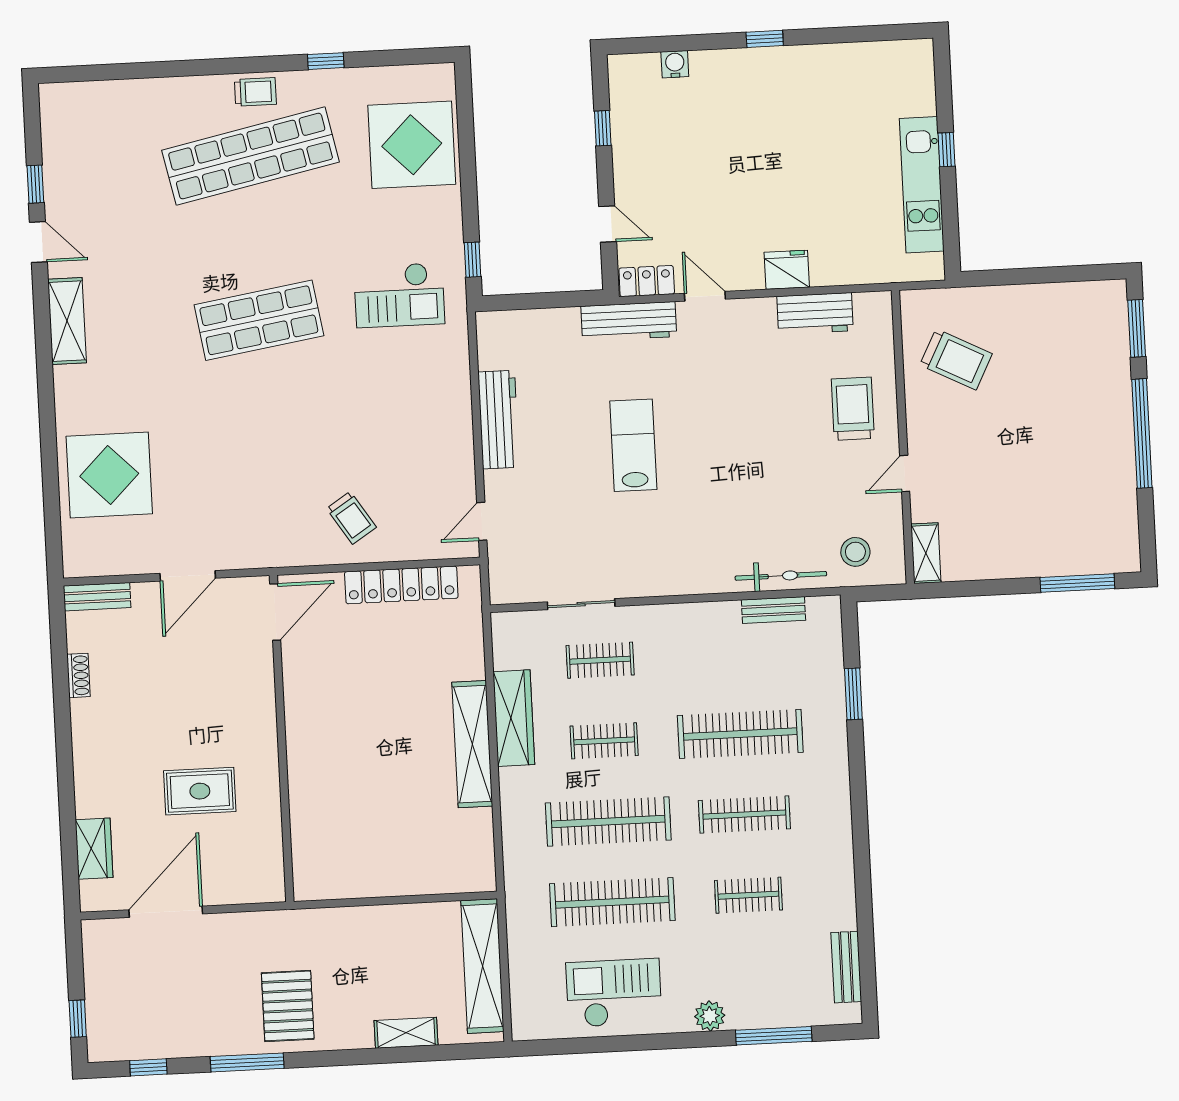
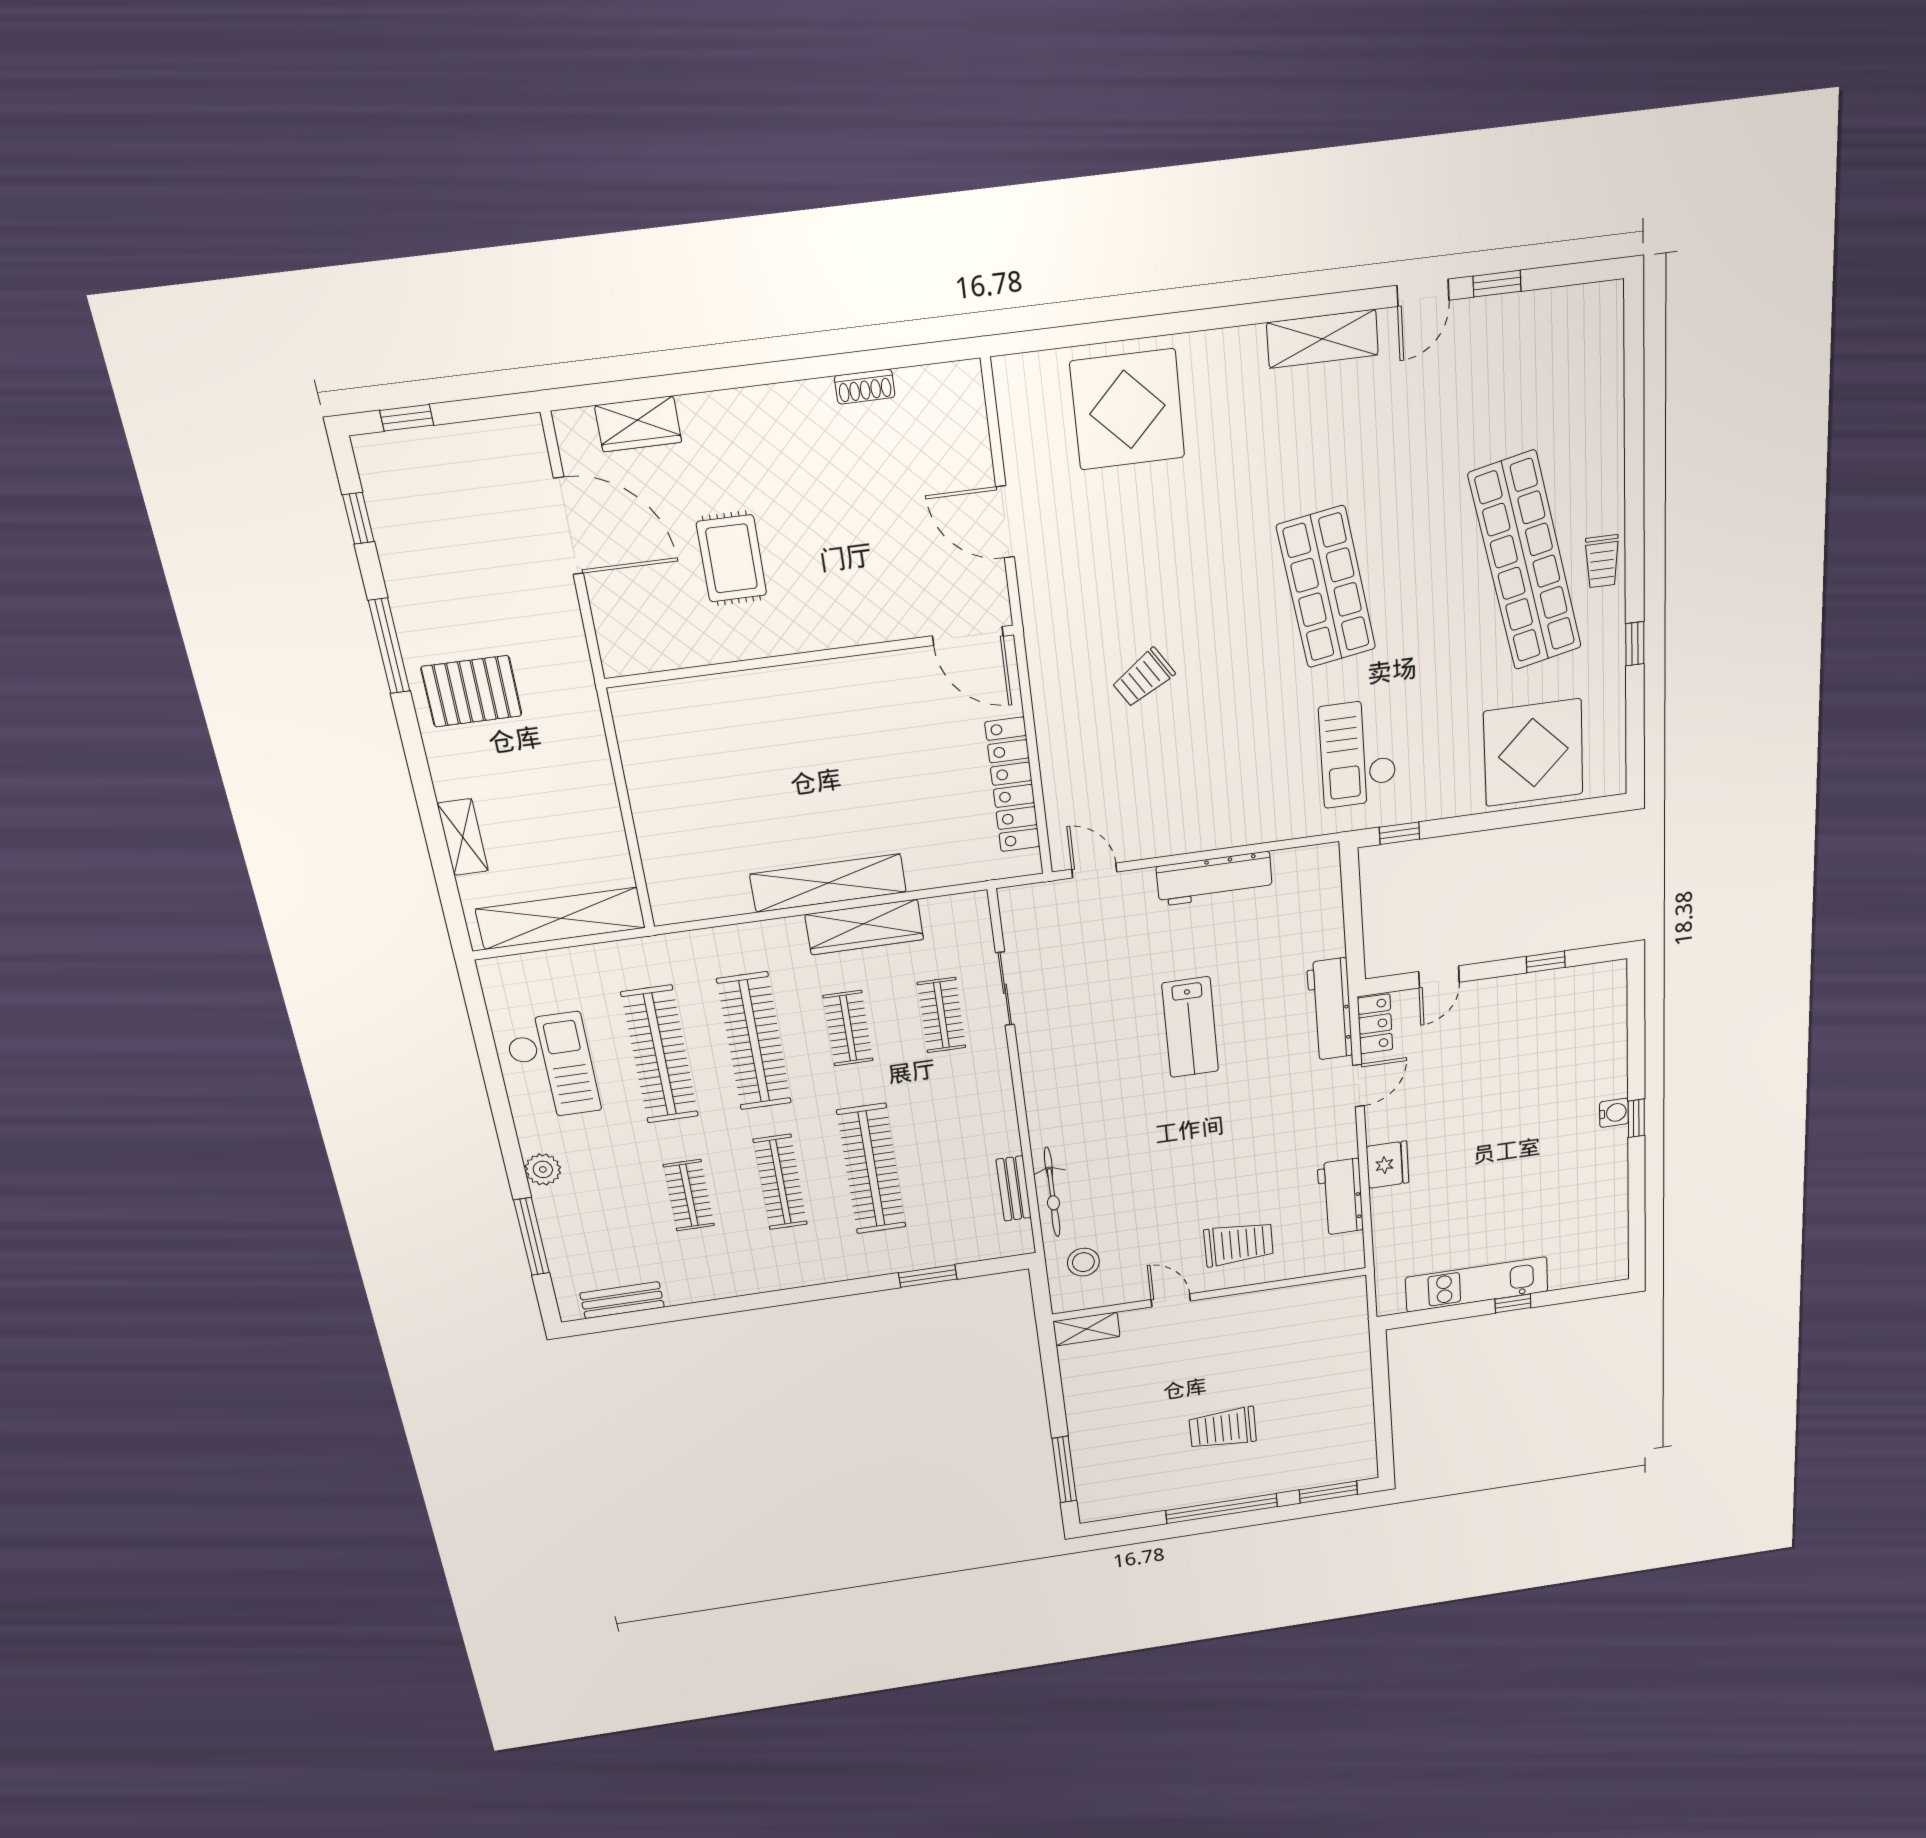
water cooler: (675, 64) -> (1614, 1113), moved
trolley: (956, 359) -> (1223, 1428), moved, turned 63
lab bench: (633, 445) -> (1190, 1027), turned 90
trolley: (351, 518) -> (1143, 678), moved
bench: (97, 597) -> (970, 404), removed

